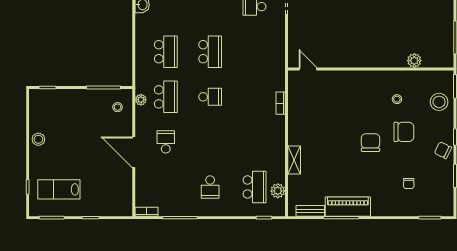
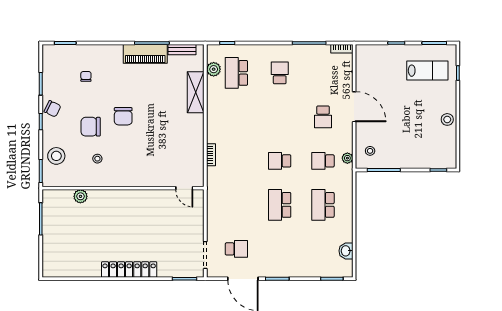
school desk: (166, 97) -> (323, 161), width x0.54
shelving: (294, 160) -> (196, 92), width x1.50, depth x1.33

